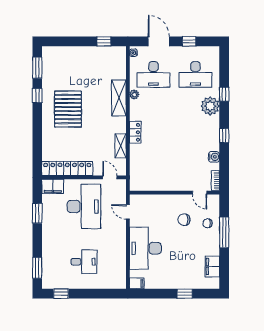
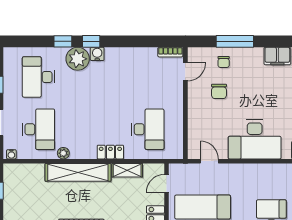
desk: (196, 75) -> (38, 77), turned 180
shelving: (119, 98) -> (78, 172), width x1.47
window: (224, 136) -> (91, 41), moved
water cooler: (214, 157) -> (97, 54), moved
desk: (153, 162) -> (148, 129), added
door: (128, 212) -> (209, 161), swing flipped

